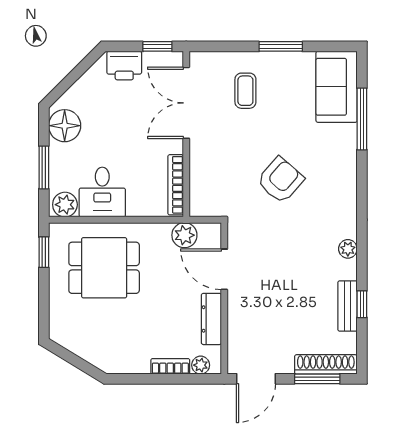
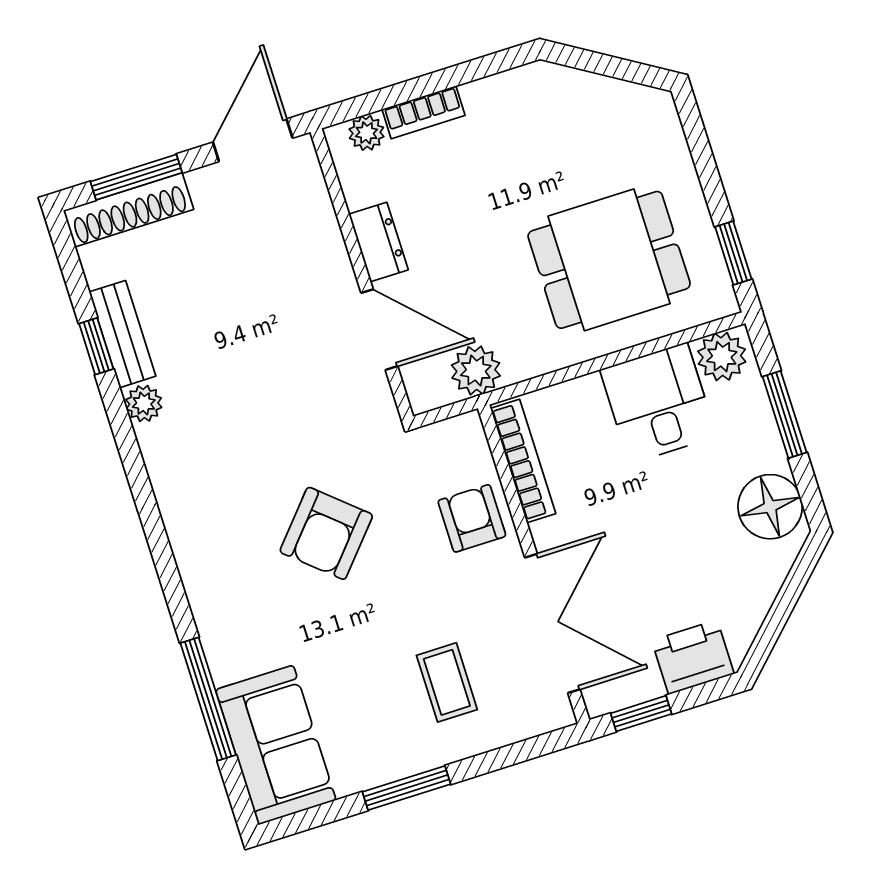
armchair: (209, 165) -> (472, 518), added
plant: (348, 249) -> (144, 403), moved
dresser: (211, 319) -> (379, 242), width x0.70

